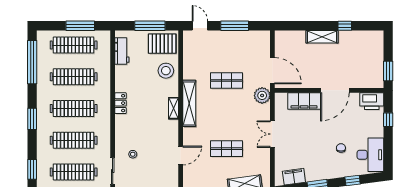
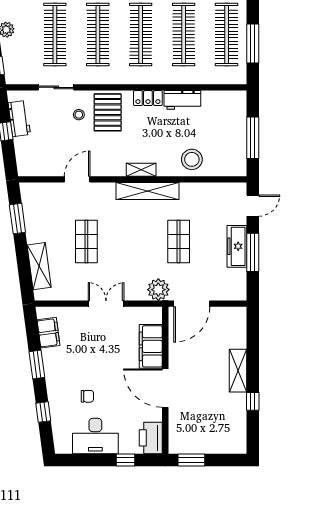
freezer: (230, 37) -> (237, 246), added
pallet: (162, 44) -> (108, 112), moved
workbench: (122, 51) -> (182, 100), moved
door: (181, 155) -> (77, 179), swing flipped
desk: (370, 155) -> (95, 436), moved

